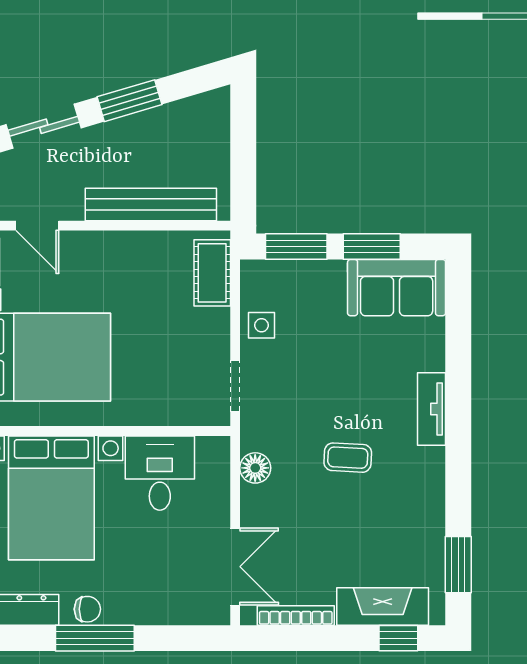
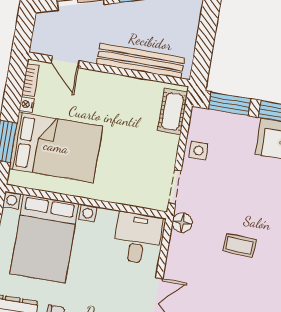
floor lamp: (255, 468) -> (182, 223), moved
desk: (160, 473) -> (138, 238), moved

